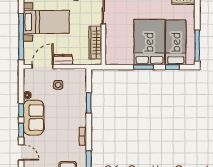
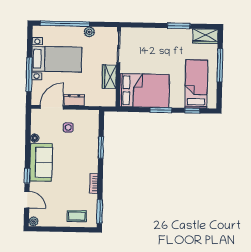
window: (21, 37) -> (29, 74), width x0.68
bed: (149, 42) -> (144, 91), moved, turned 90
wardrobe: (95, 43) -> (109, 77), width x0.67
window: (197, 46) -> (220, 65), moved
window: (21, 110) -> (28, 154), removed

